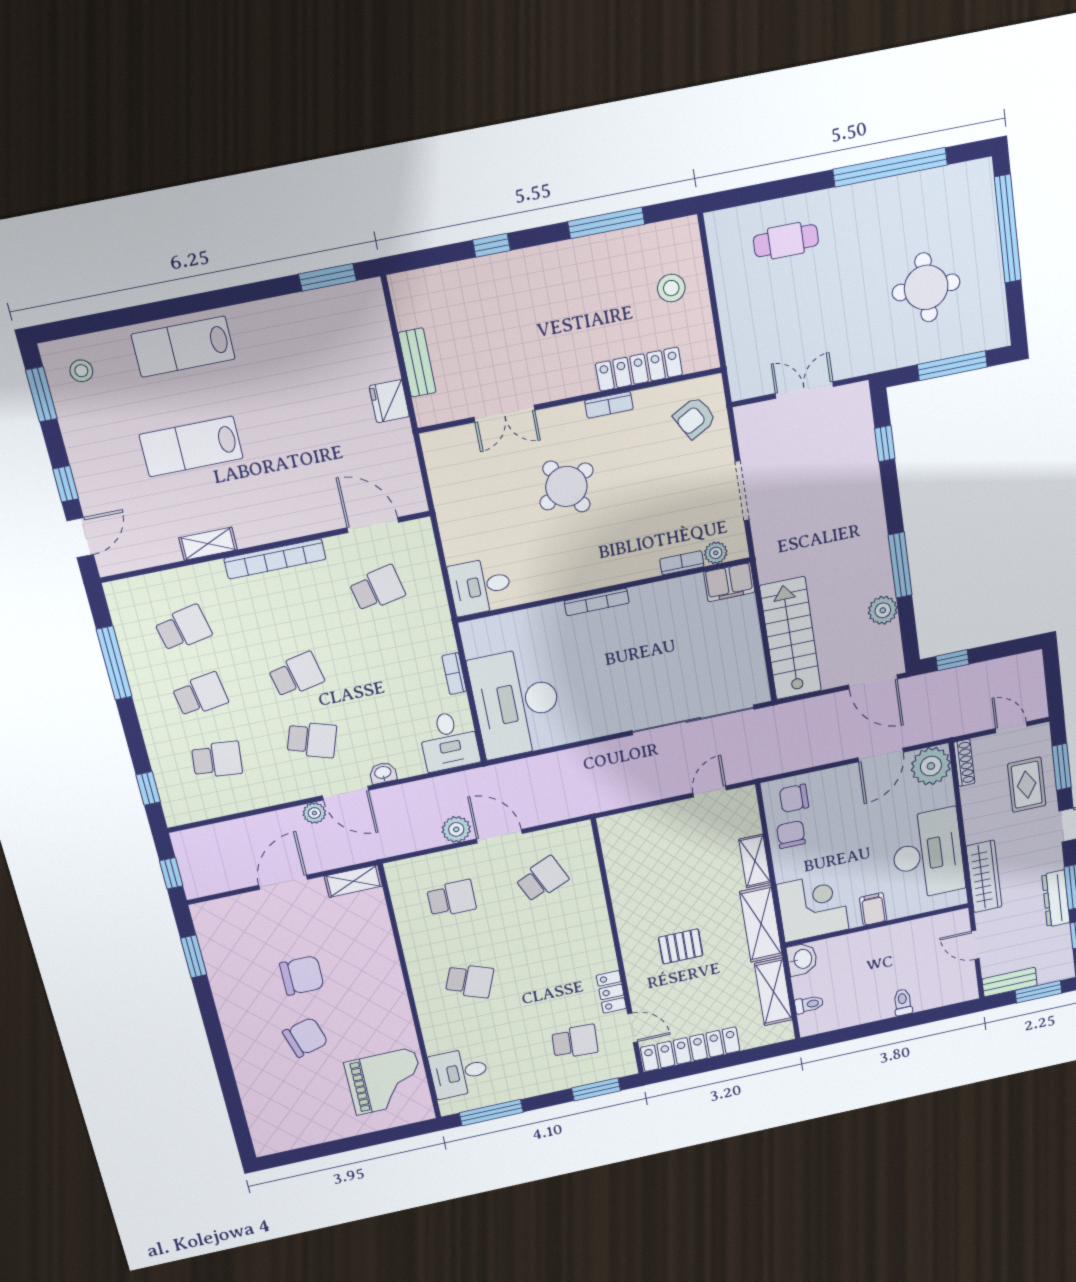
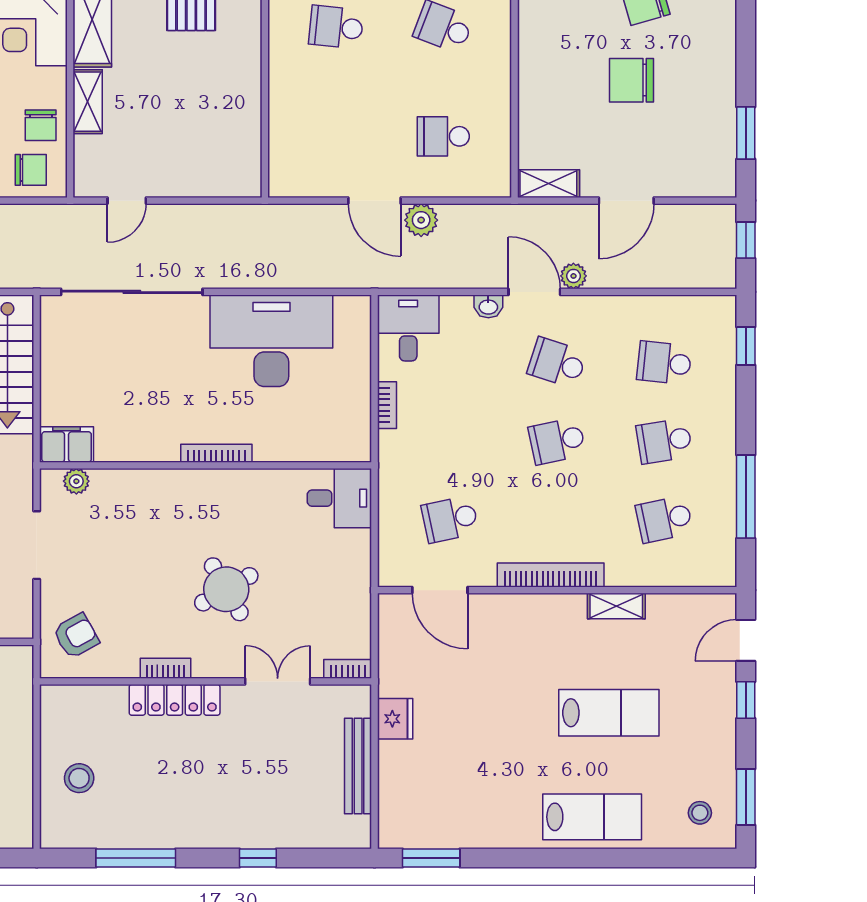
bench: (417, 363) -> (358, 766), width x1.36
locker: (639, 369) -> (175, 700), moved
bookcase: (682, 563) -> (348, 669), moved, turned 180
desk: (516, 703) -> (271, 341), moved, turned -90
school desk: (542, 879) -> (336, 27), moved, turned 30

